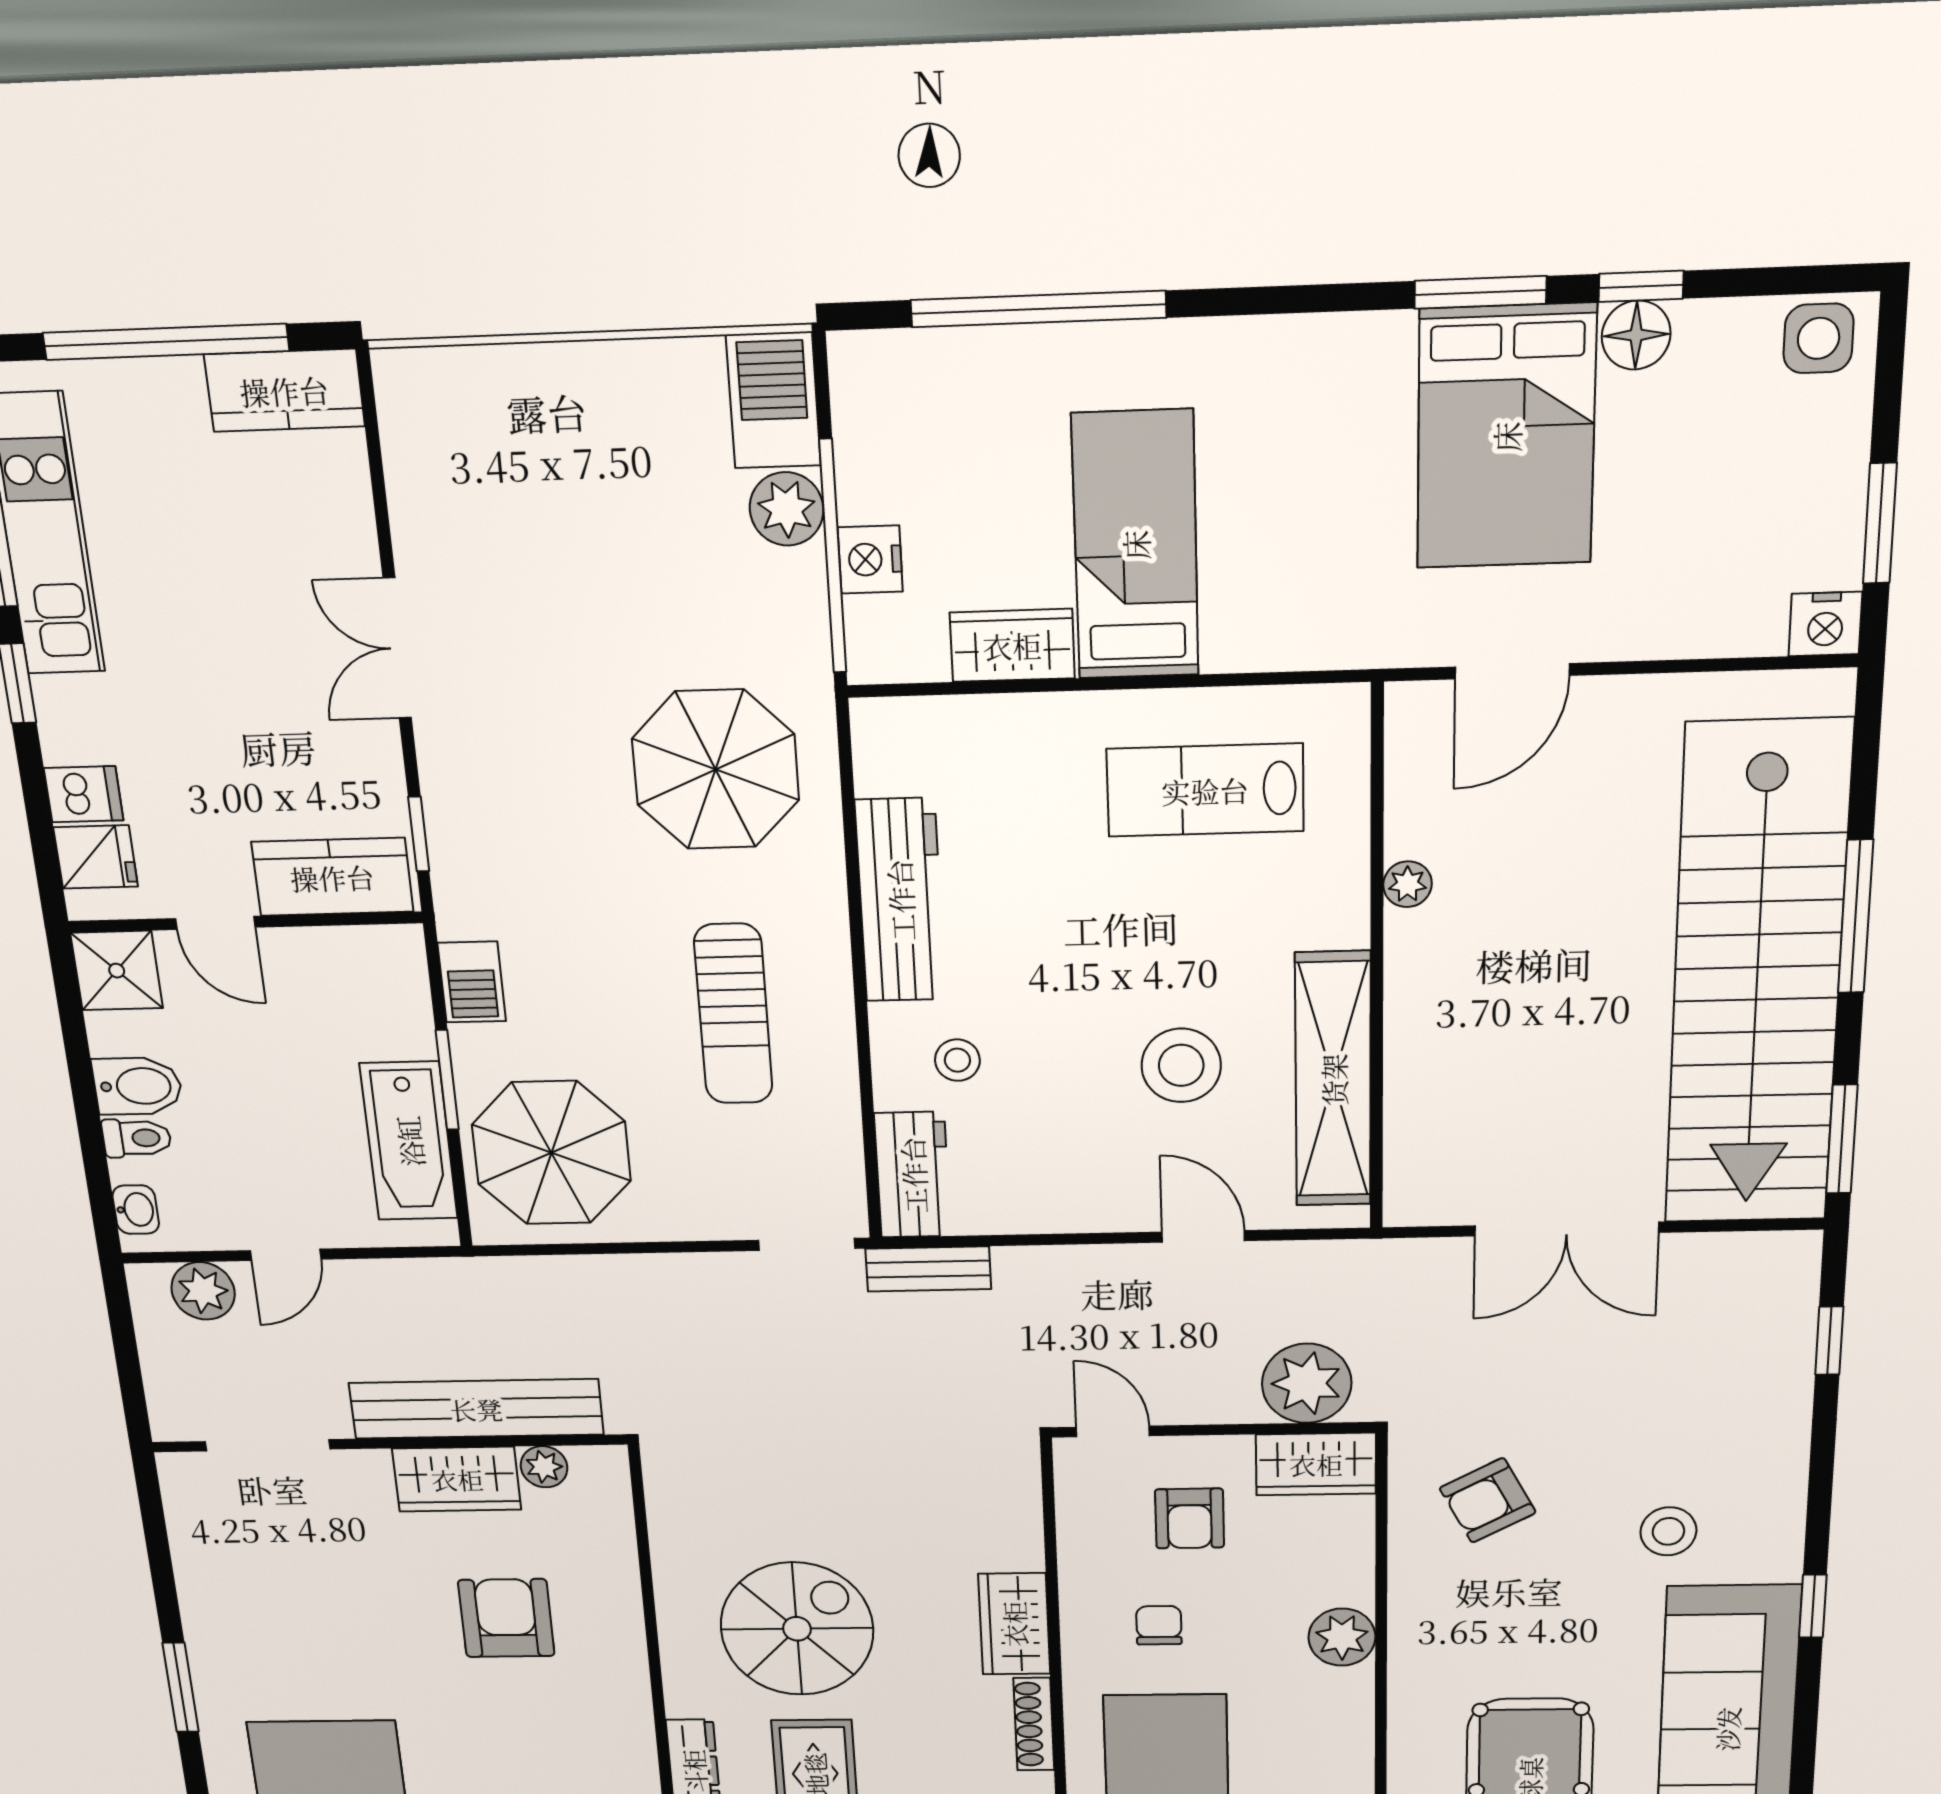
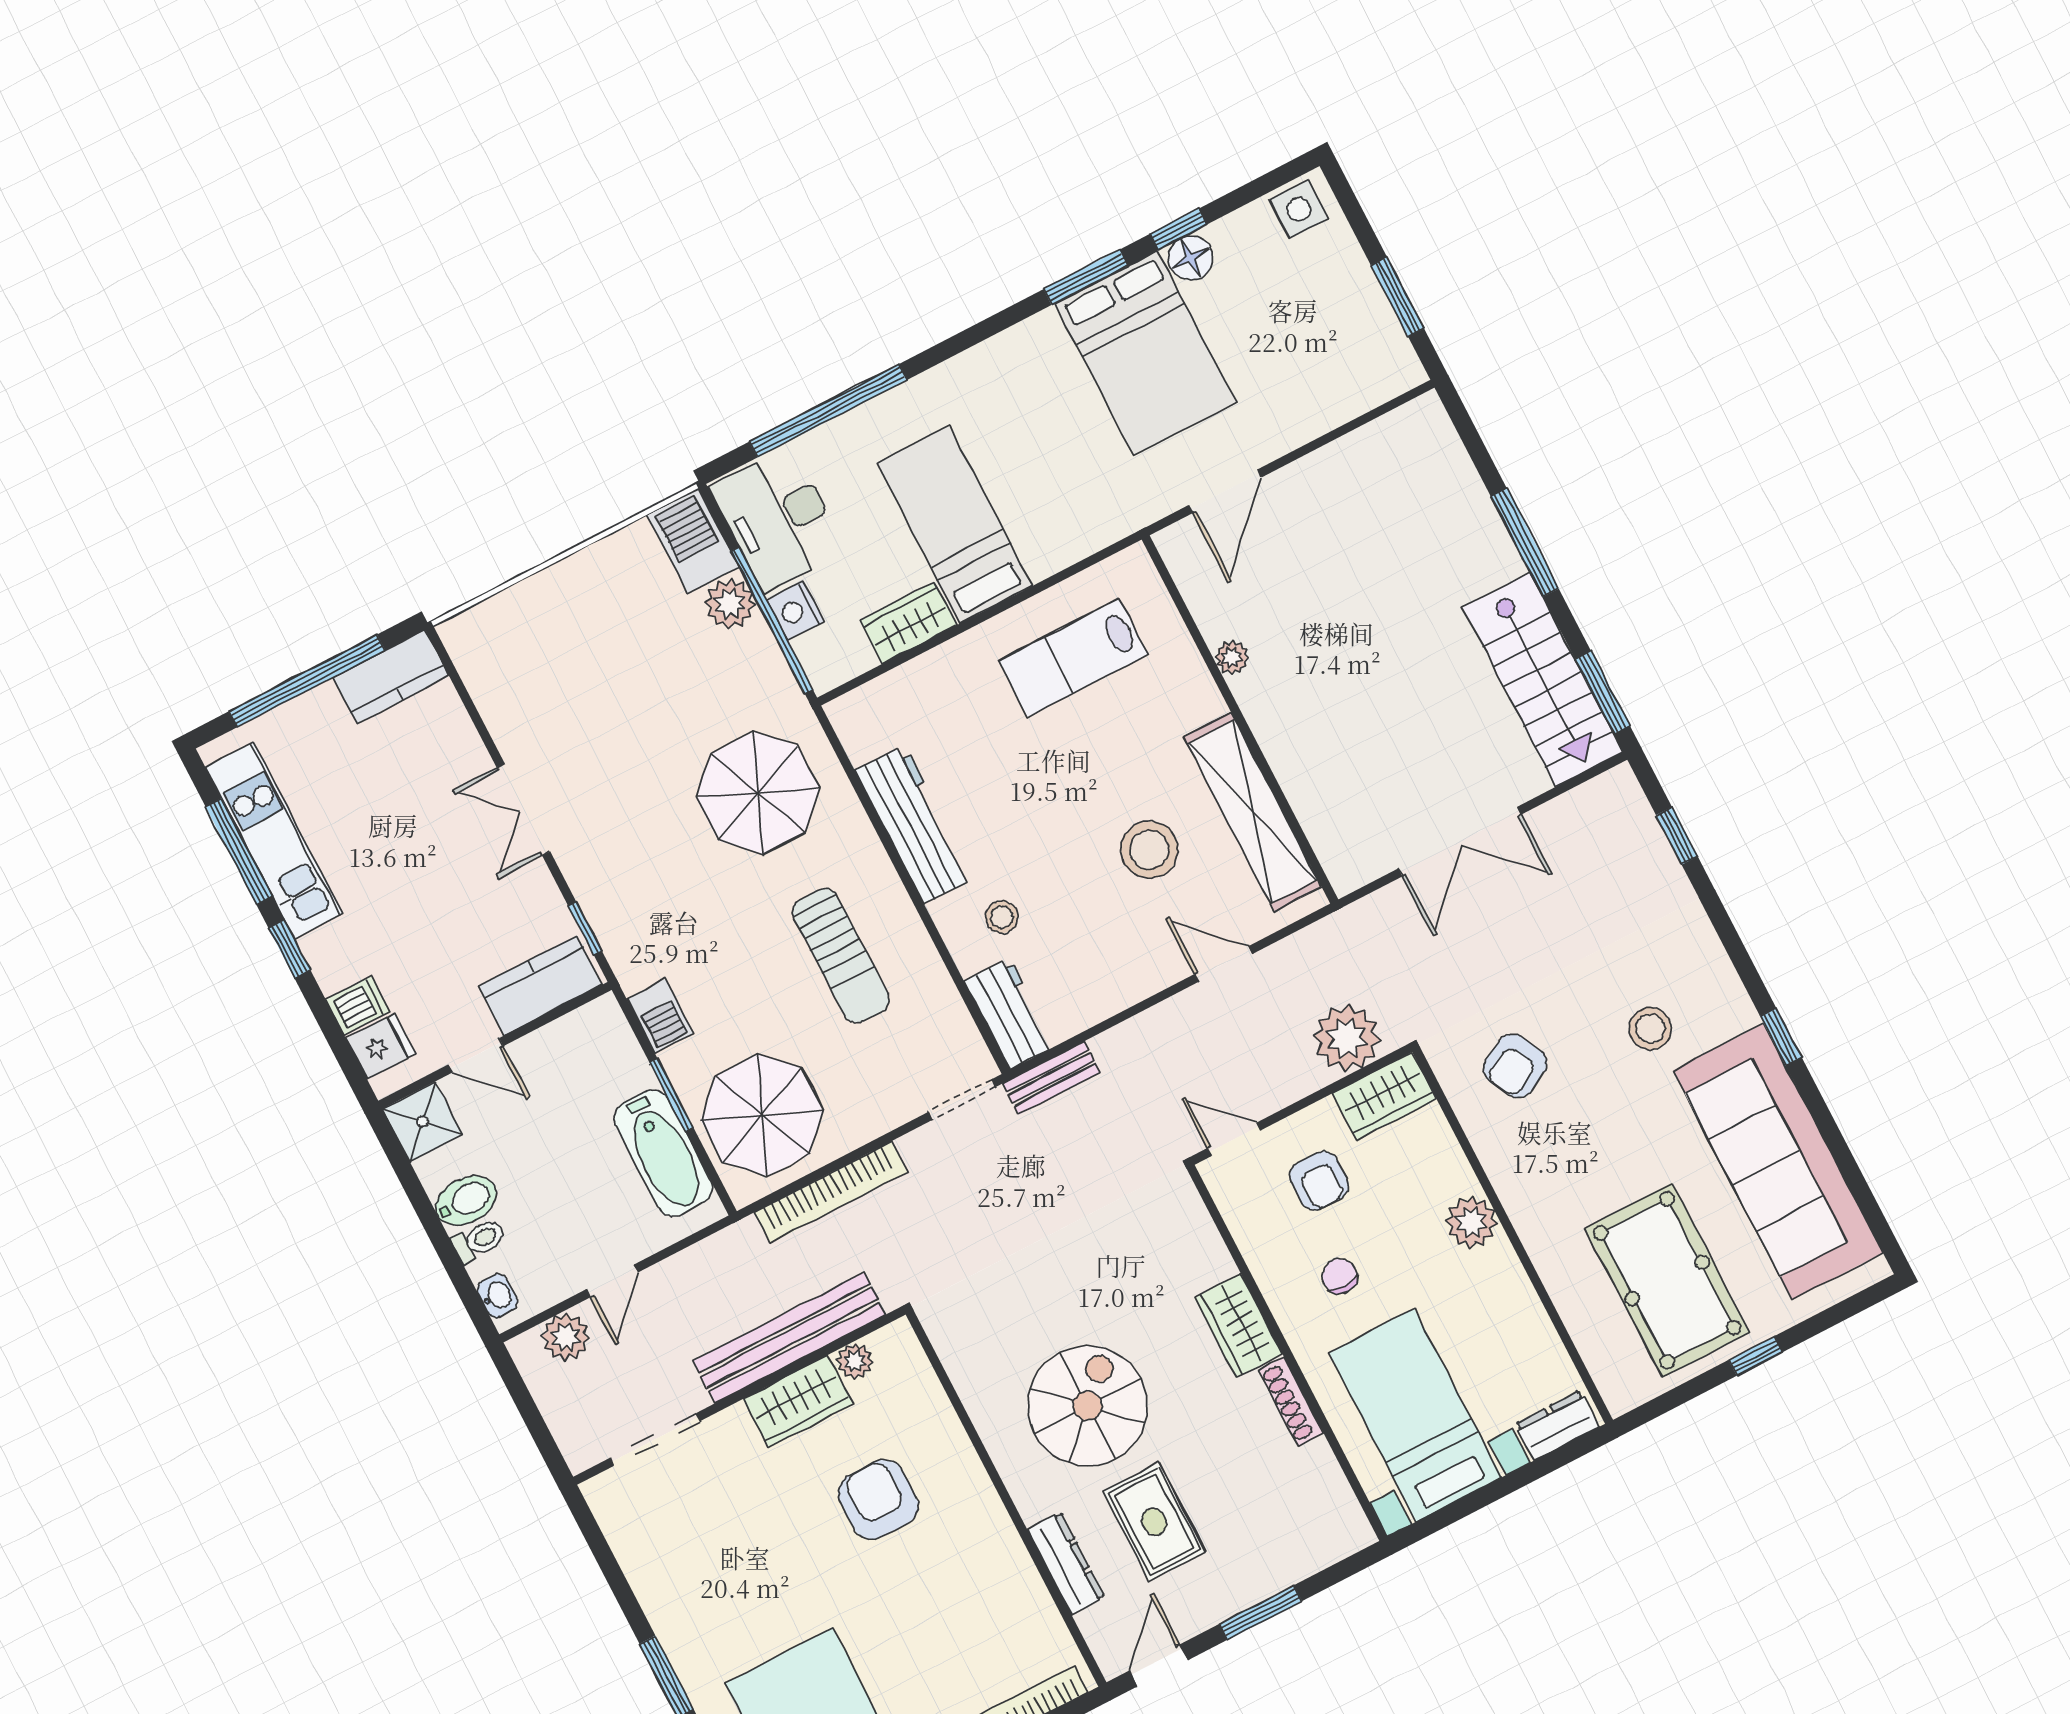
desk: (902, 426) -> (778, 519), added
nightstand: (1825, 624) -> (1400, 371), removed
stairs: (1757, 977) -> (1543, 680), width x0.54, depth x0.66
bookcase: (597, 1275) -> (831, 1192), added

